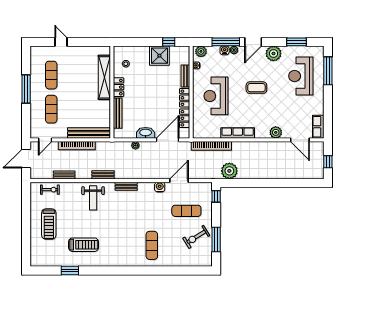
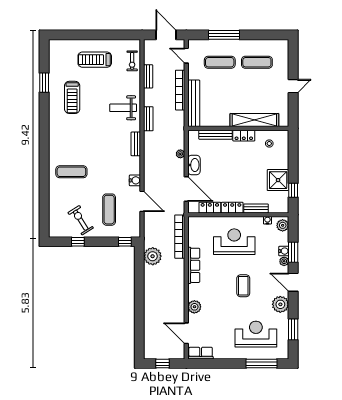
door: (61, 42) -> (293, 86), moved
window: (226, 42) -> (293, 252), width x0.69
window: (26, 89) -> (224, 35), moved
door: (300, 140) -> (186, 333), hinge flipped
window: (216, 239) -> (78, 242), width x0.46

